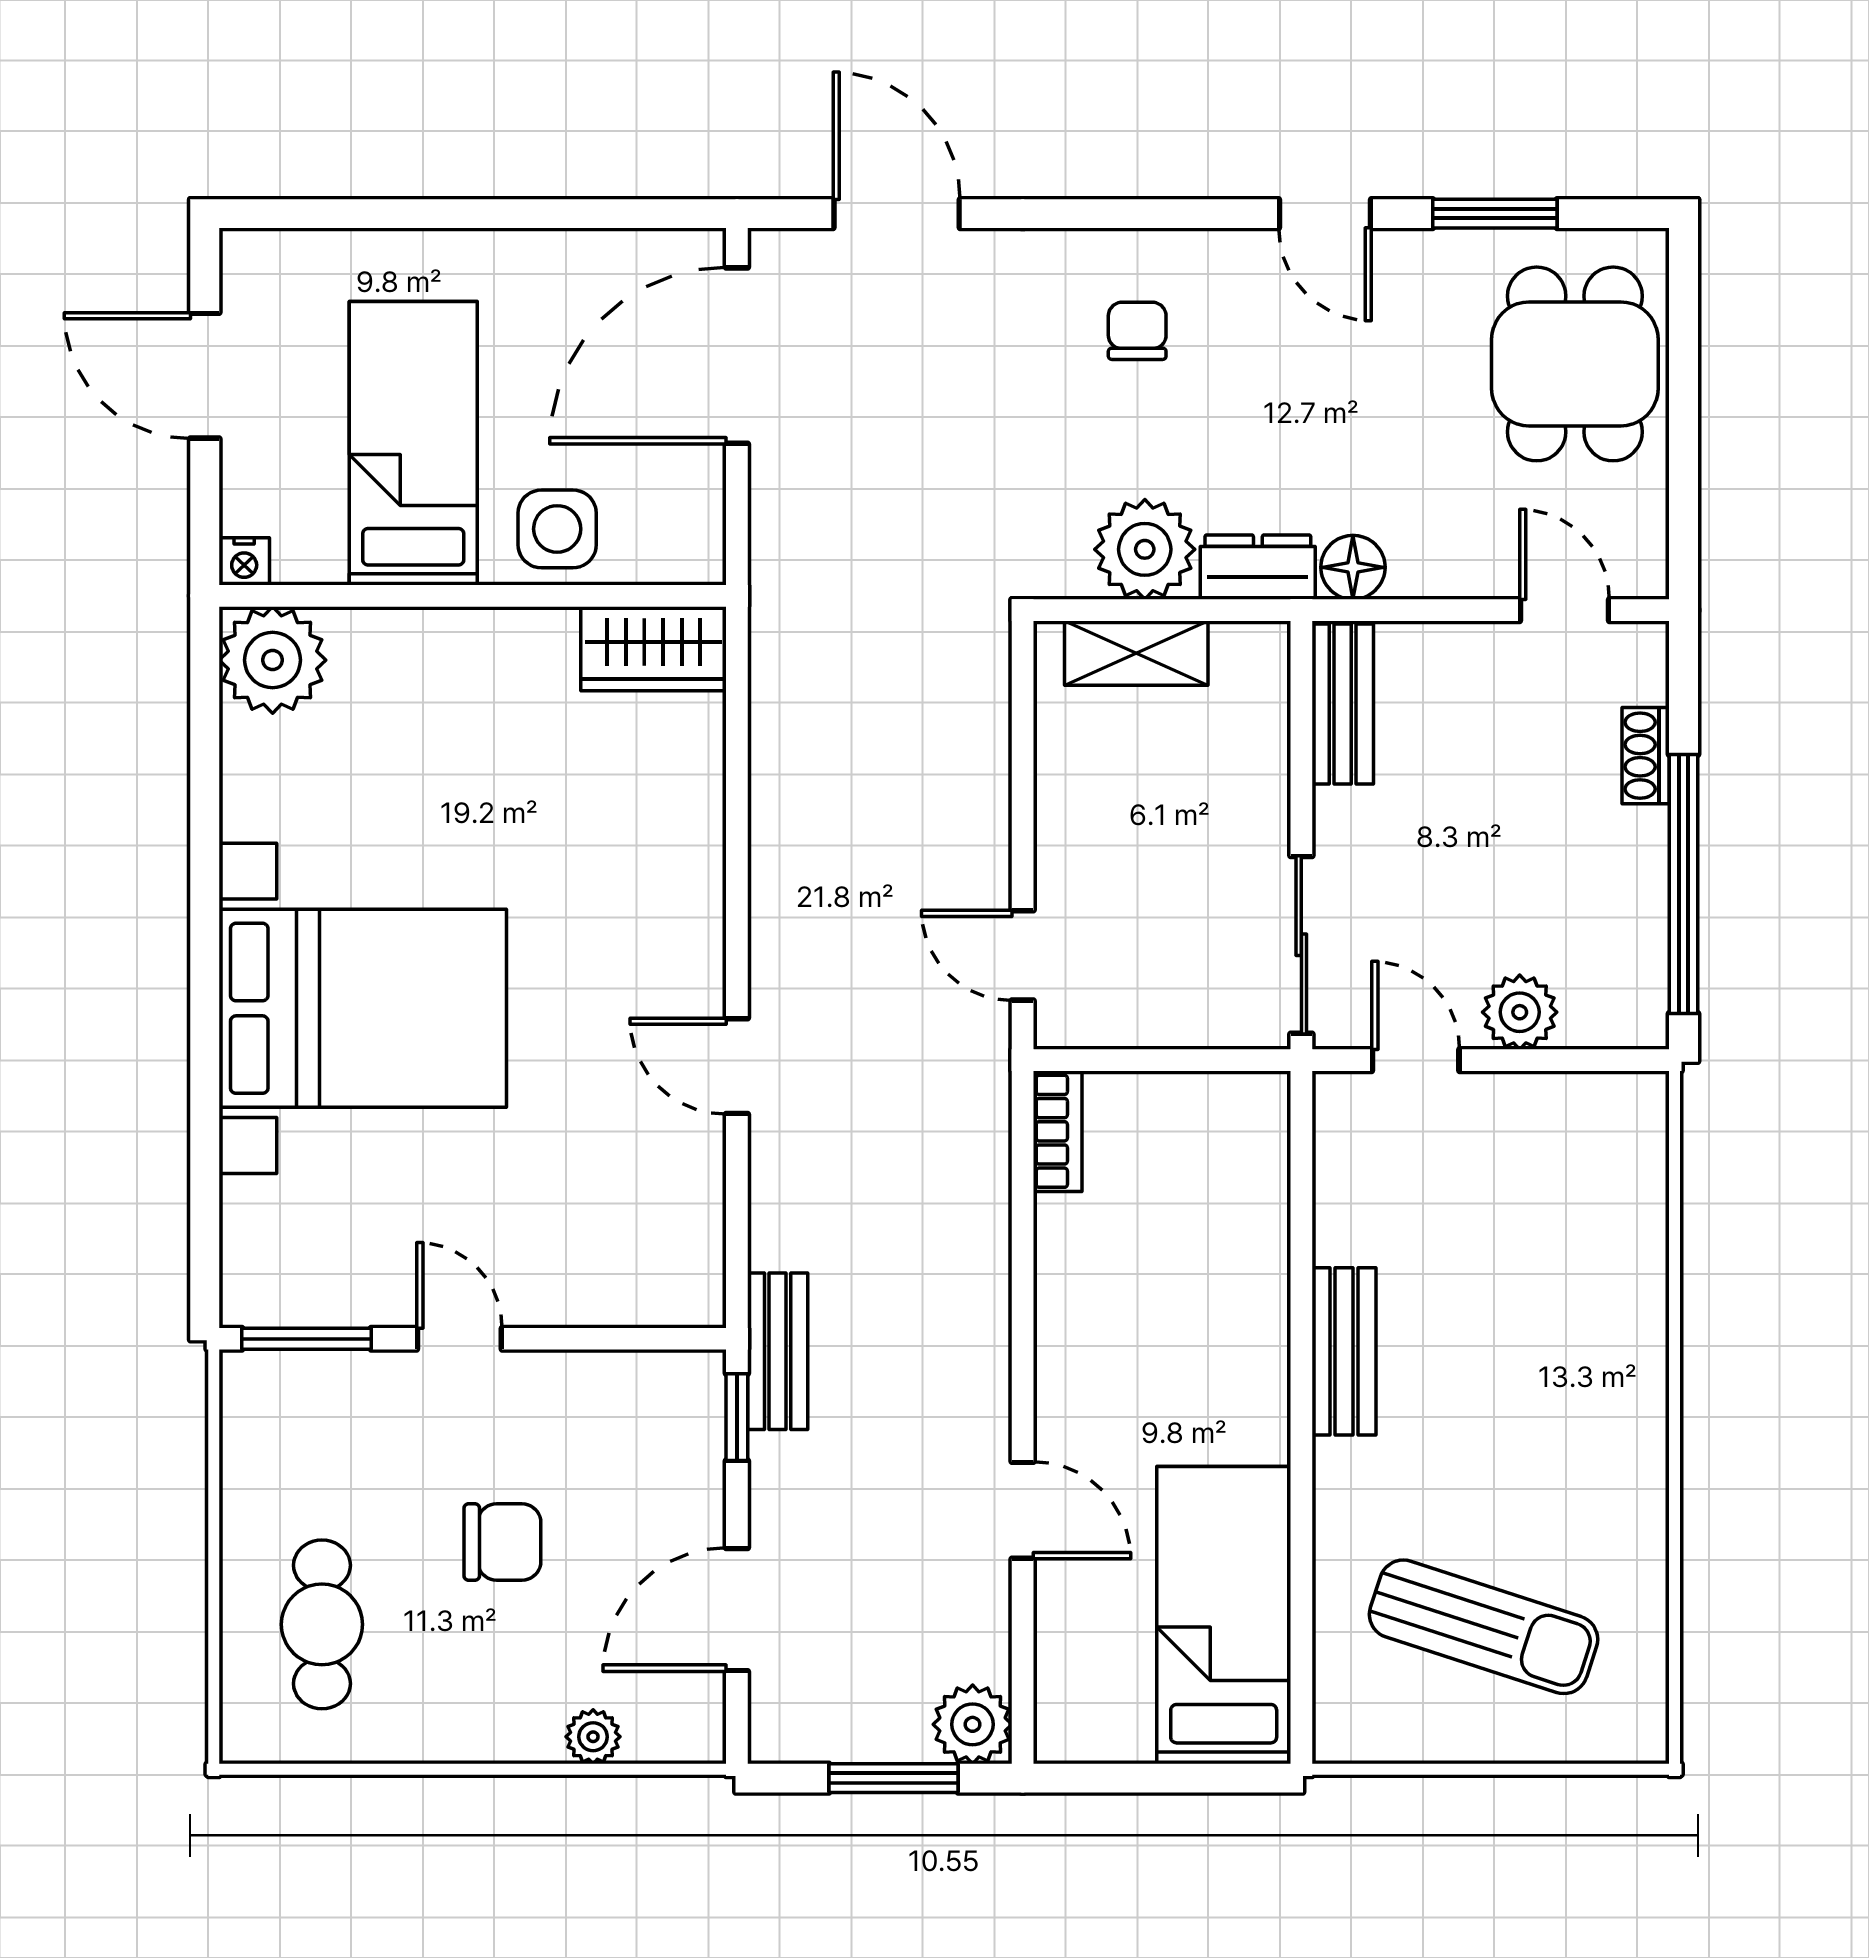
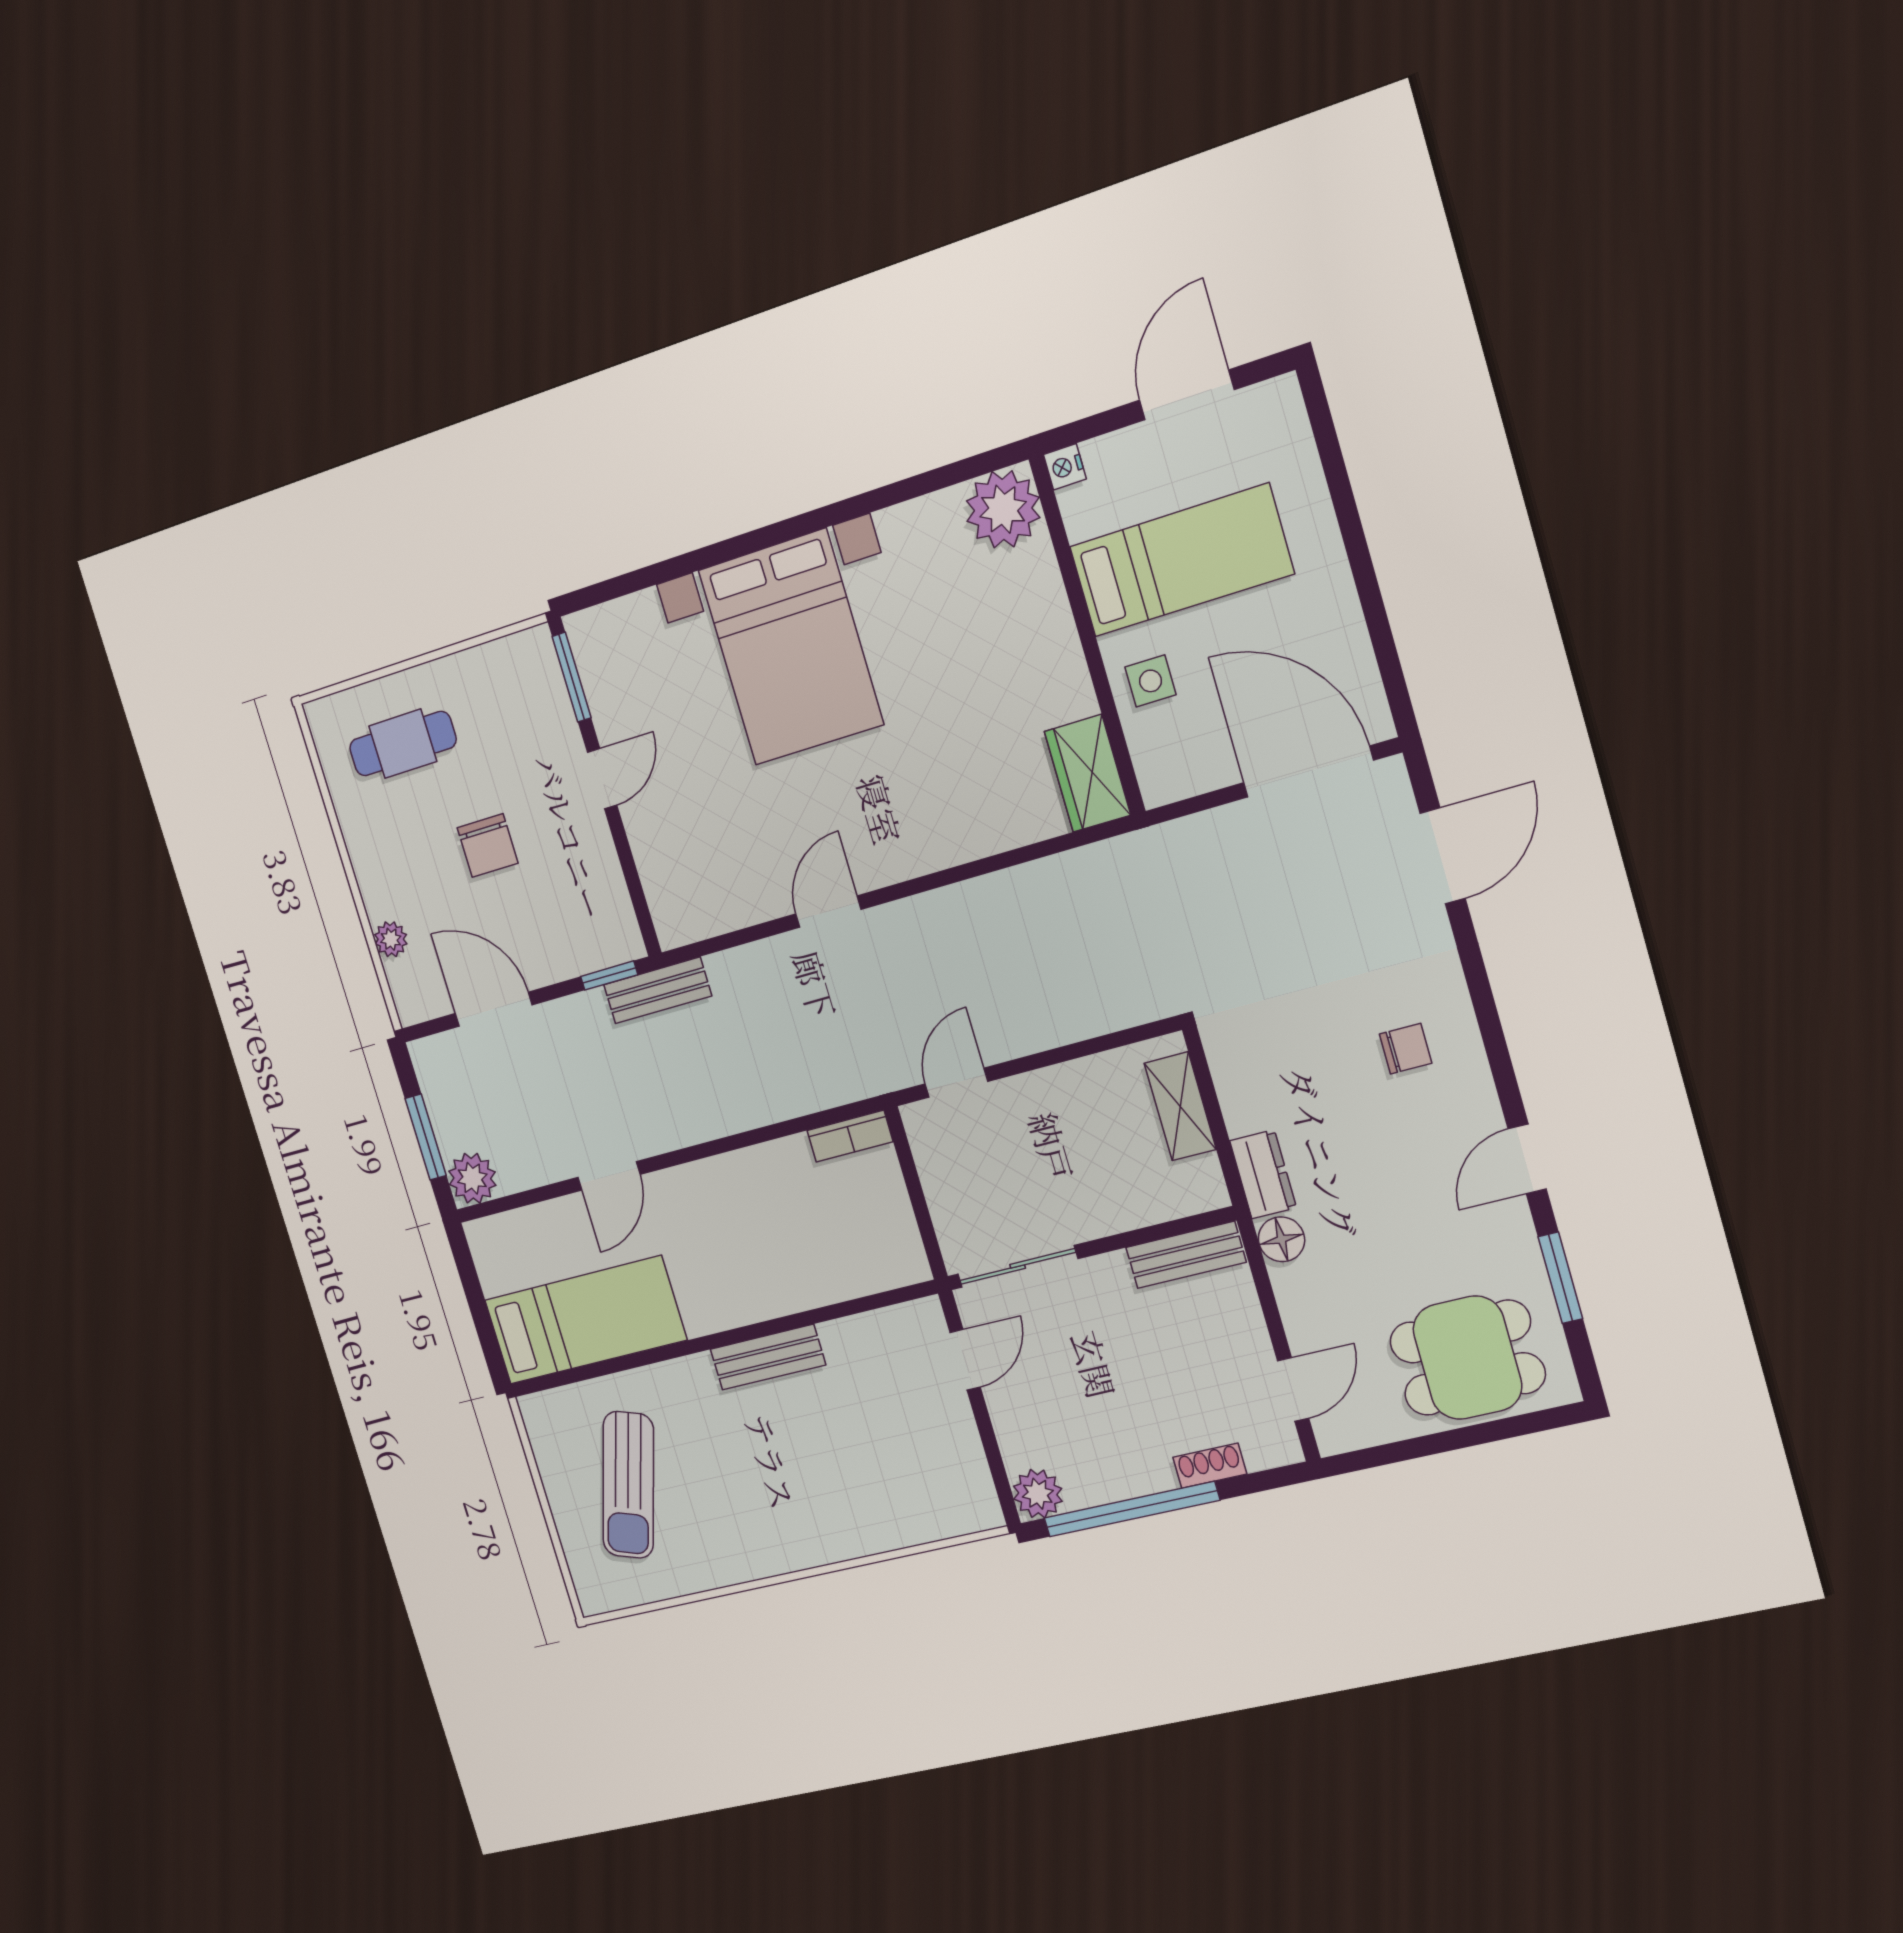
side table: (557, 529) -> (1150, 681), width x0.73, depth x0.73
plant: (1145, 549) -> (1253, 1094), removed
plant: (1520, 1012) -> (1038, 1494), moved

